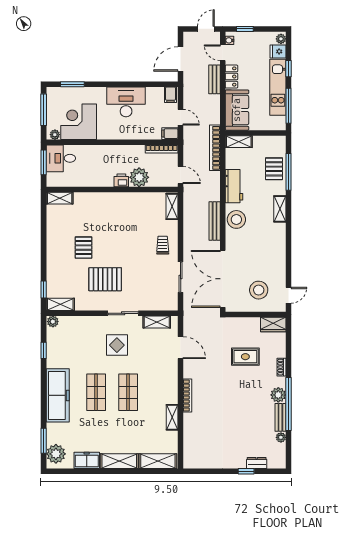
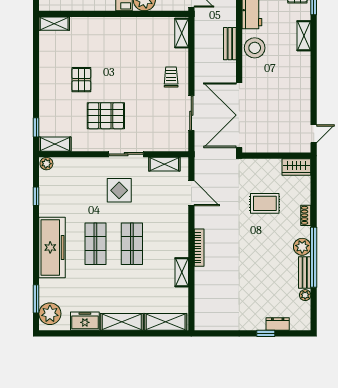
bench: (215, 221) -> (230, 44), width x0.73
stool: (259, 290) -> (280, 128), removed

